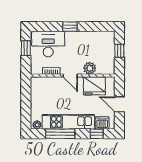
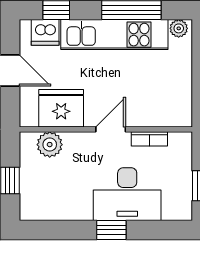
desk: (48, 44) -> (127, 194), moved
plant: (90, 68) -> (50, 145), moved
door: (70, 76) -> (111, 129), hinge flipped

